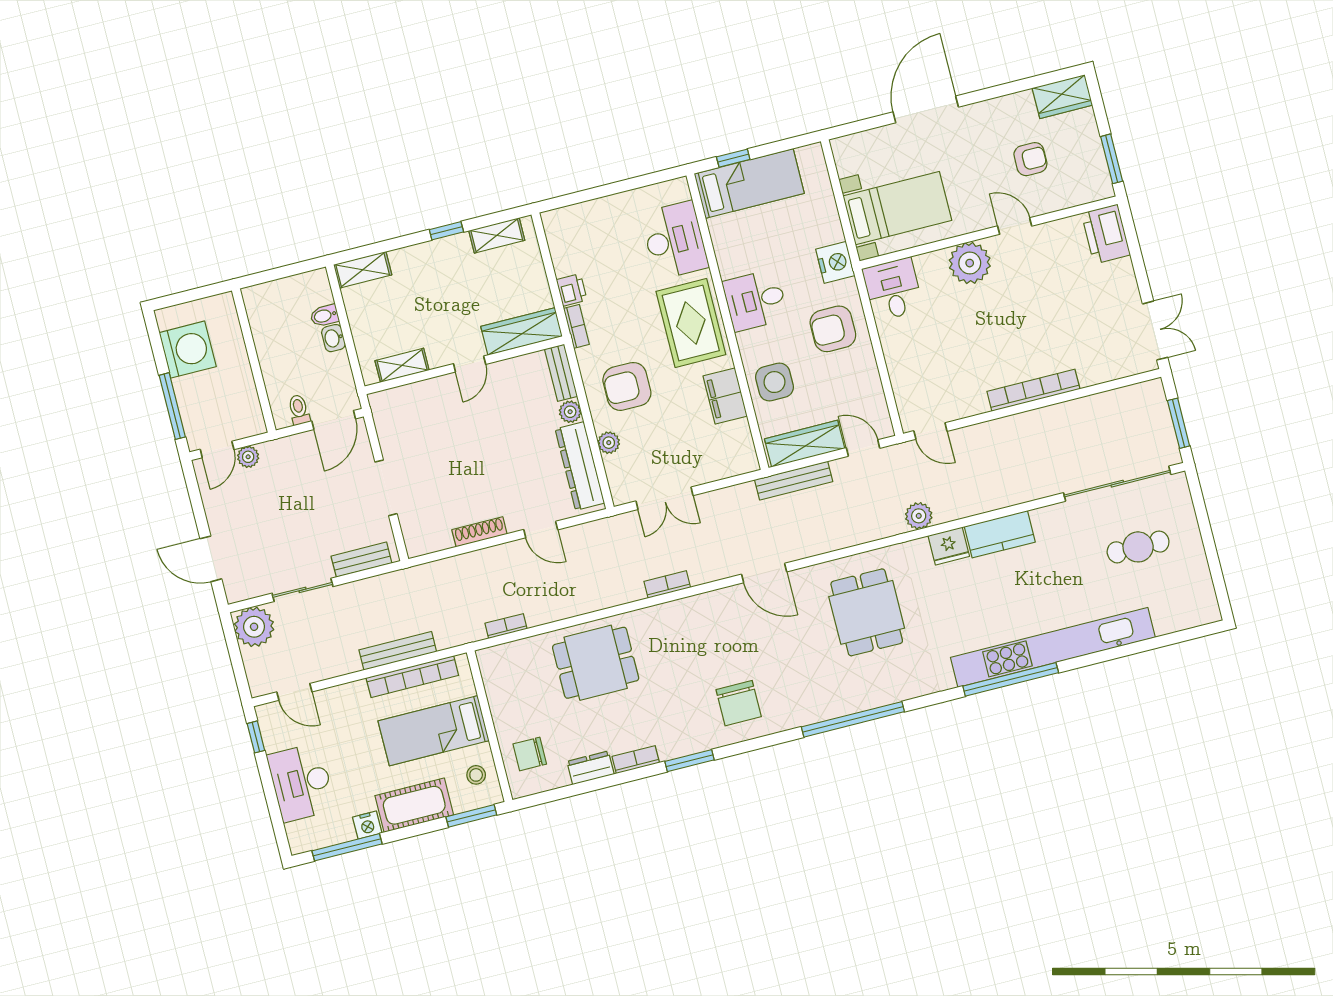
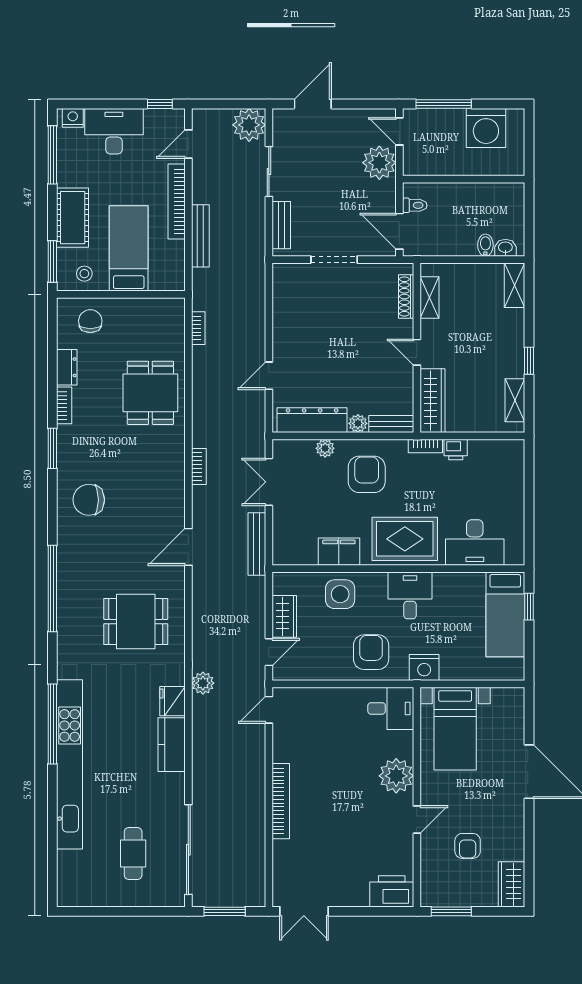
washbasin: (333, 338) -> (505, 248), moved
wardrobe: (805, 444) -> (284, 616), width x0.67
plant: (248, 457) -> (379, 163), width x1.88, depth x1.88
bench: (794, 481) -> (257, 544), moved
shoe rack: (479, 532) -> (406, 296), moved, turned 180
bookcase: (412, 677) -> (177, 202), moved
nightstand: (367, 825) -> (73, 118), moved, turned 90

